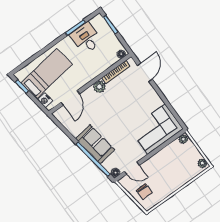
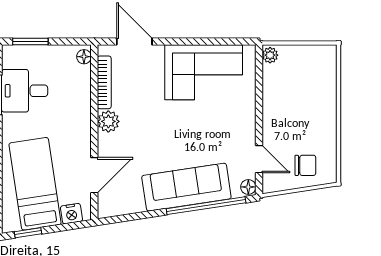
door: (70, 98) -> (94, 175), hinge flipped
corner sofa: (156, 129) -> (204, 72), moved, turned -90
sofa: (95, 144) -> (186, 187), width x1.36
plant: (202, 163) -> (325, 53), removed
door: (132, 168) -> (259, 159), hinge flipped

